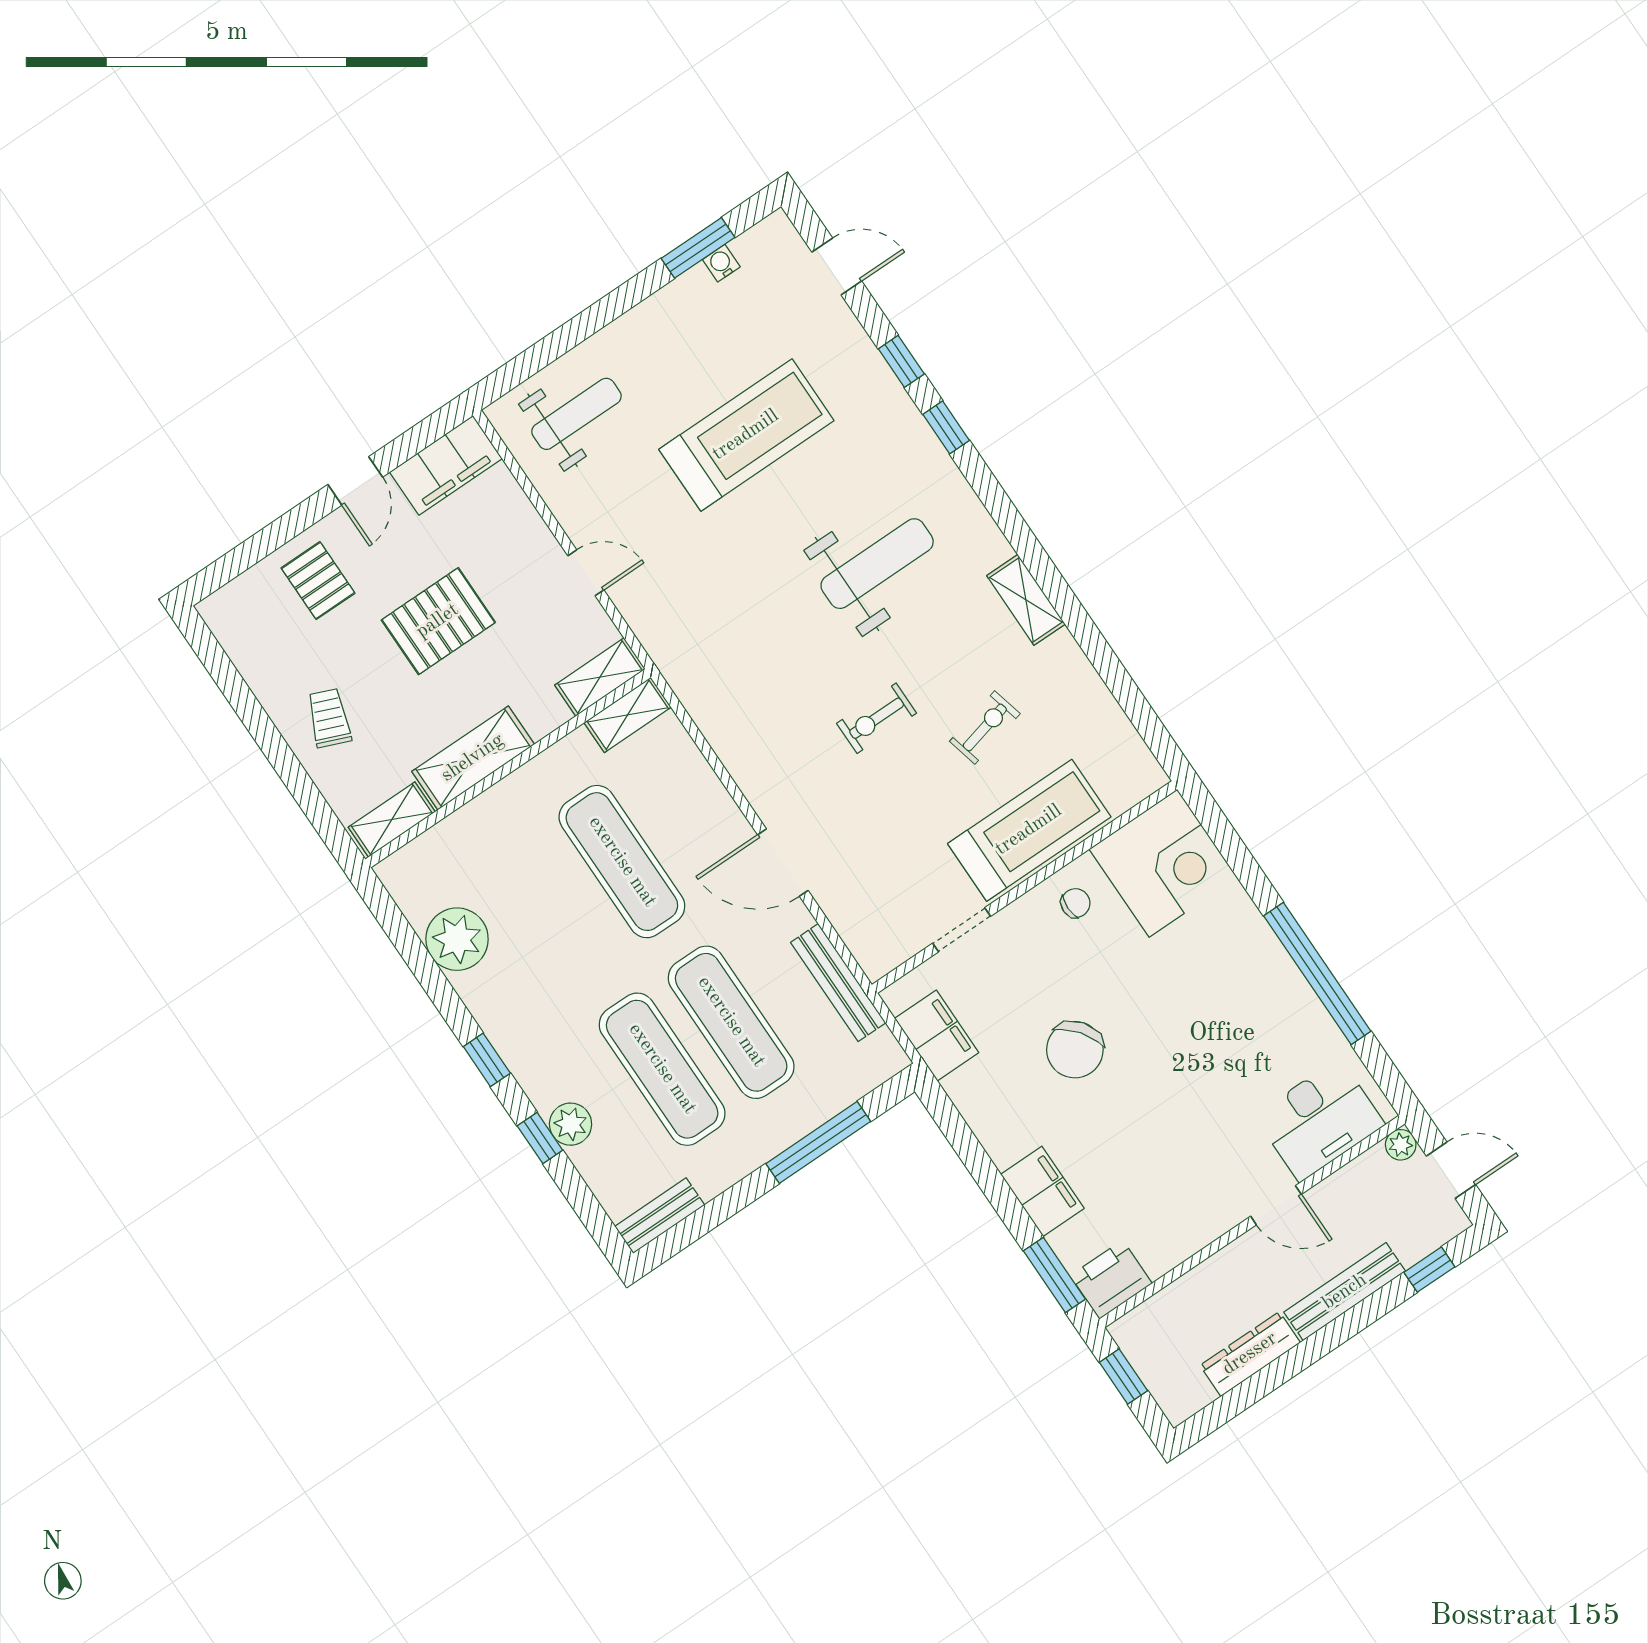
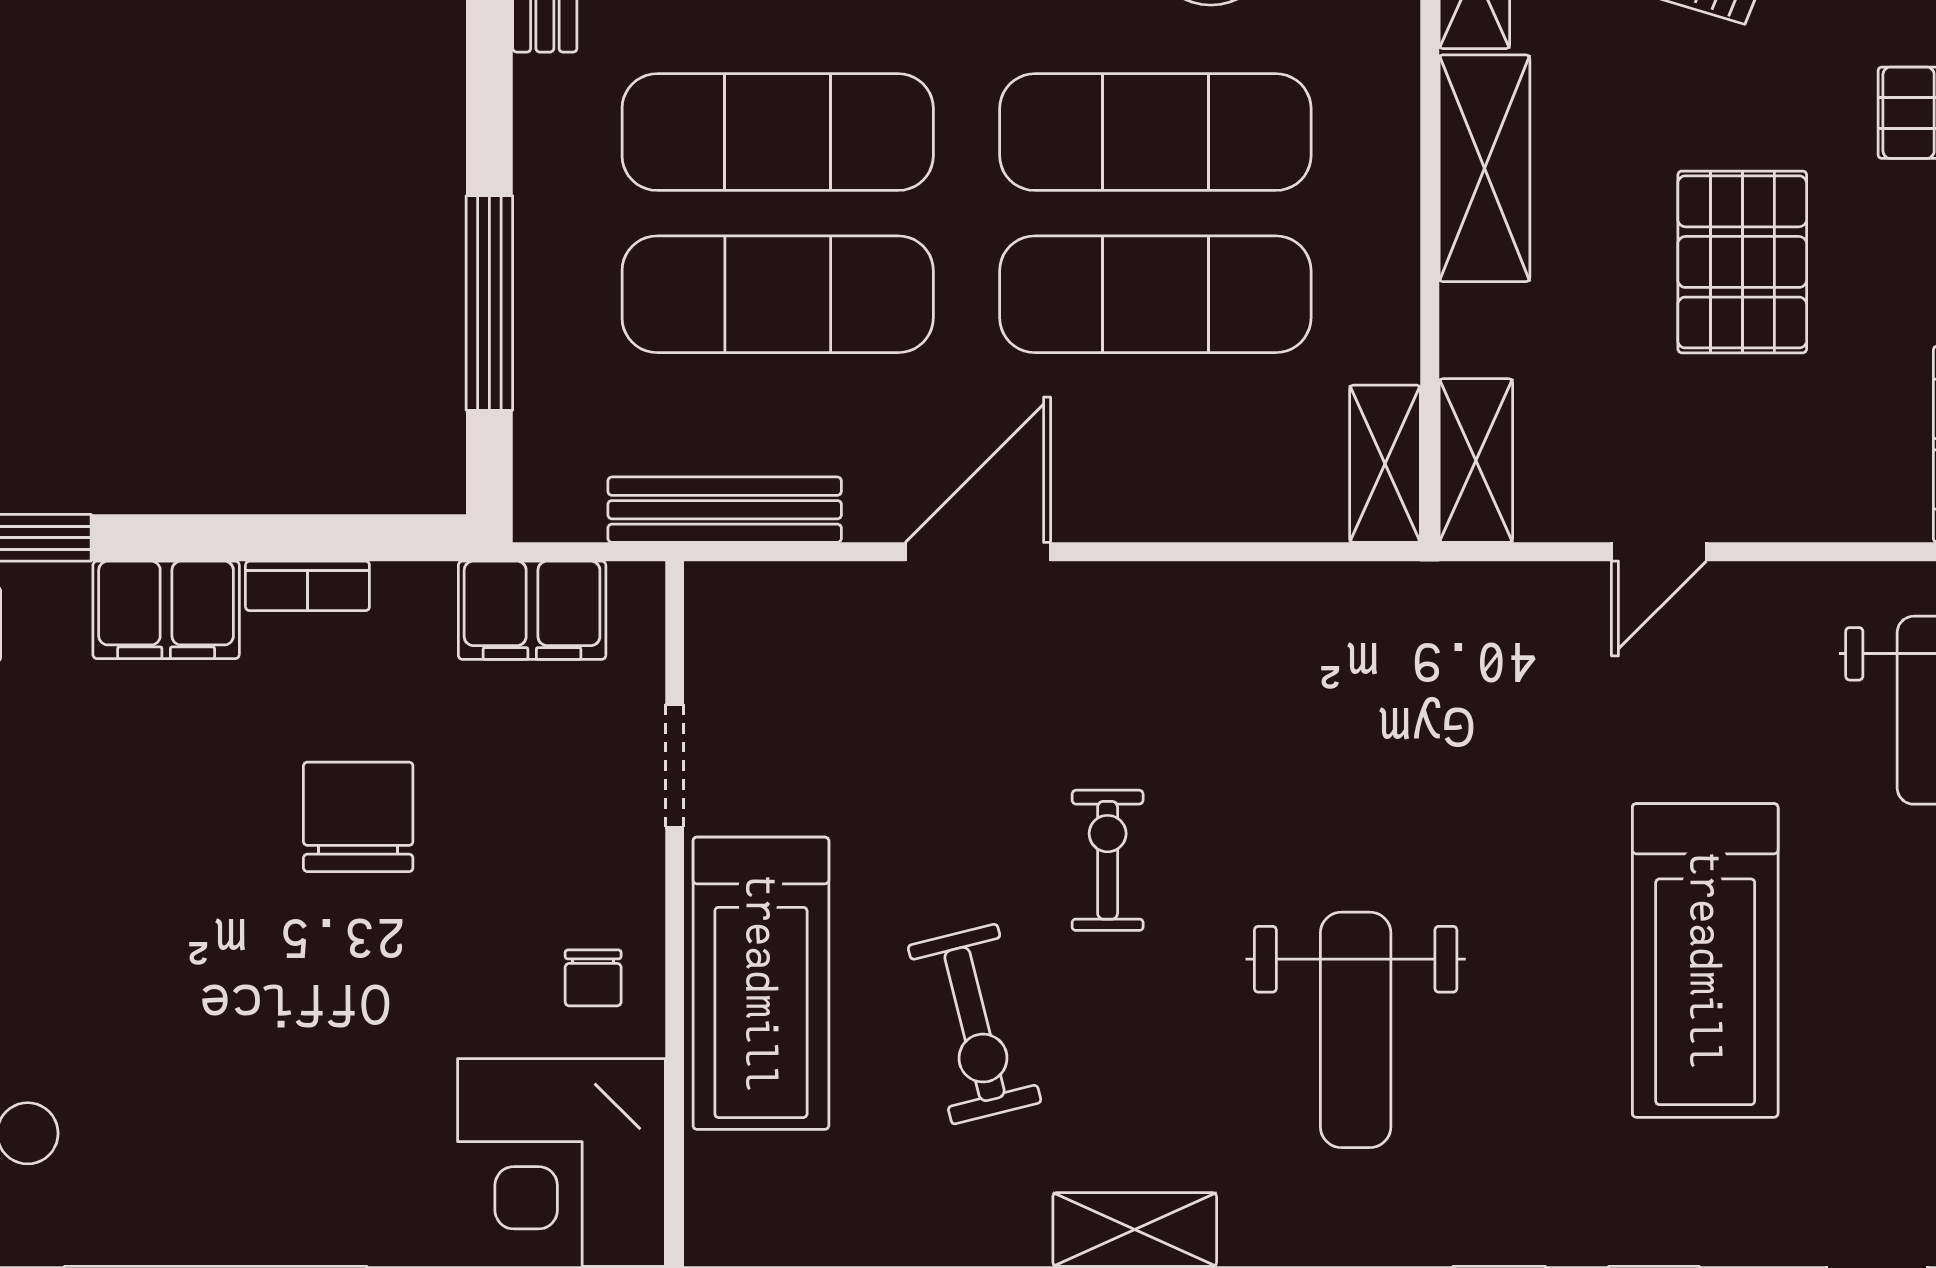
exercise bike: (985, 727) -> (975, 1024), width x1.38, depth x1.39
exercise mat: (553, 908) -> (1155, 132), added
chair: (1075, 1050) -> (358, 817), turned 37
bookcase: (991, 1138) -> (307, 586), added

